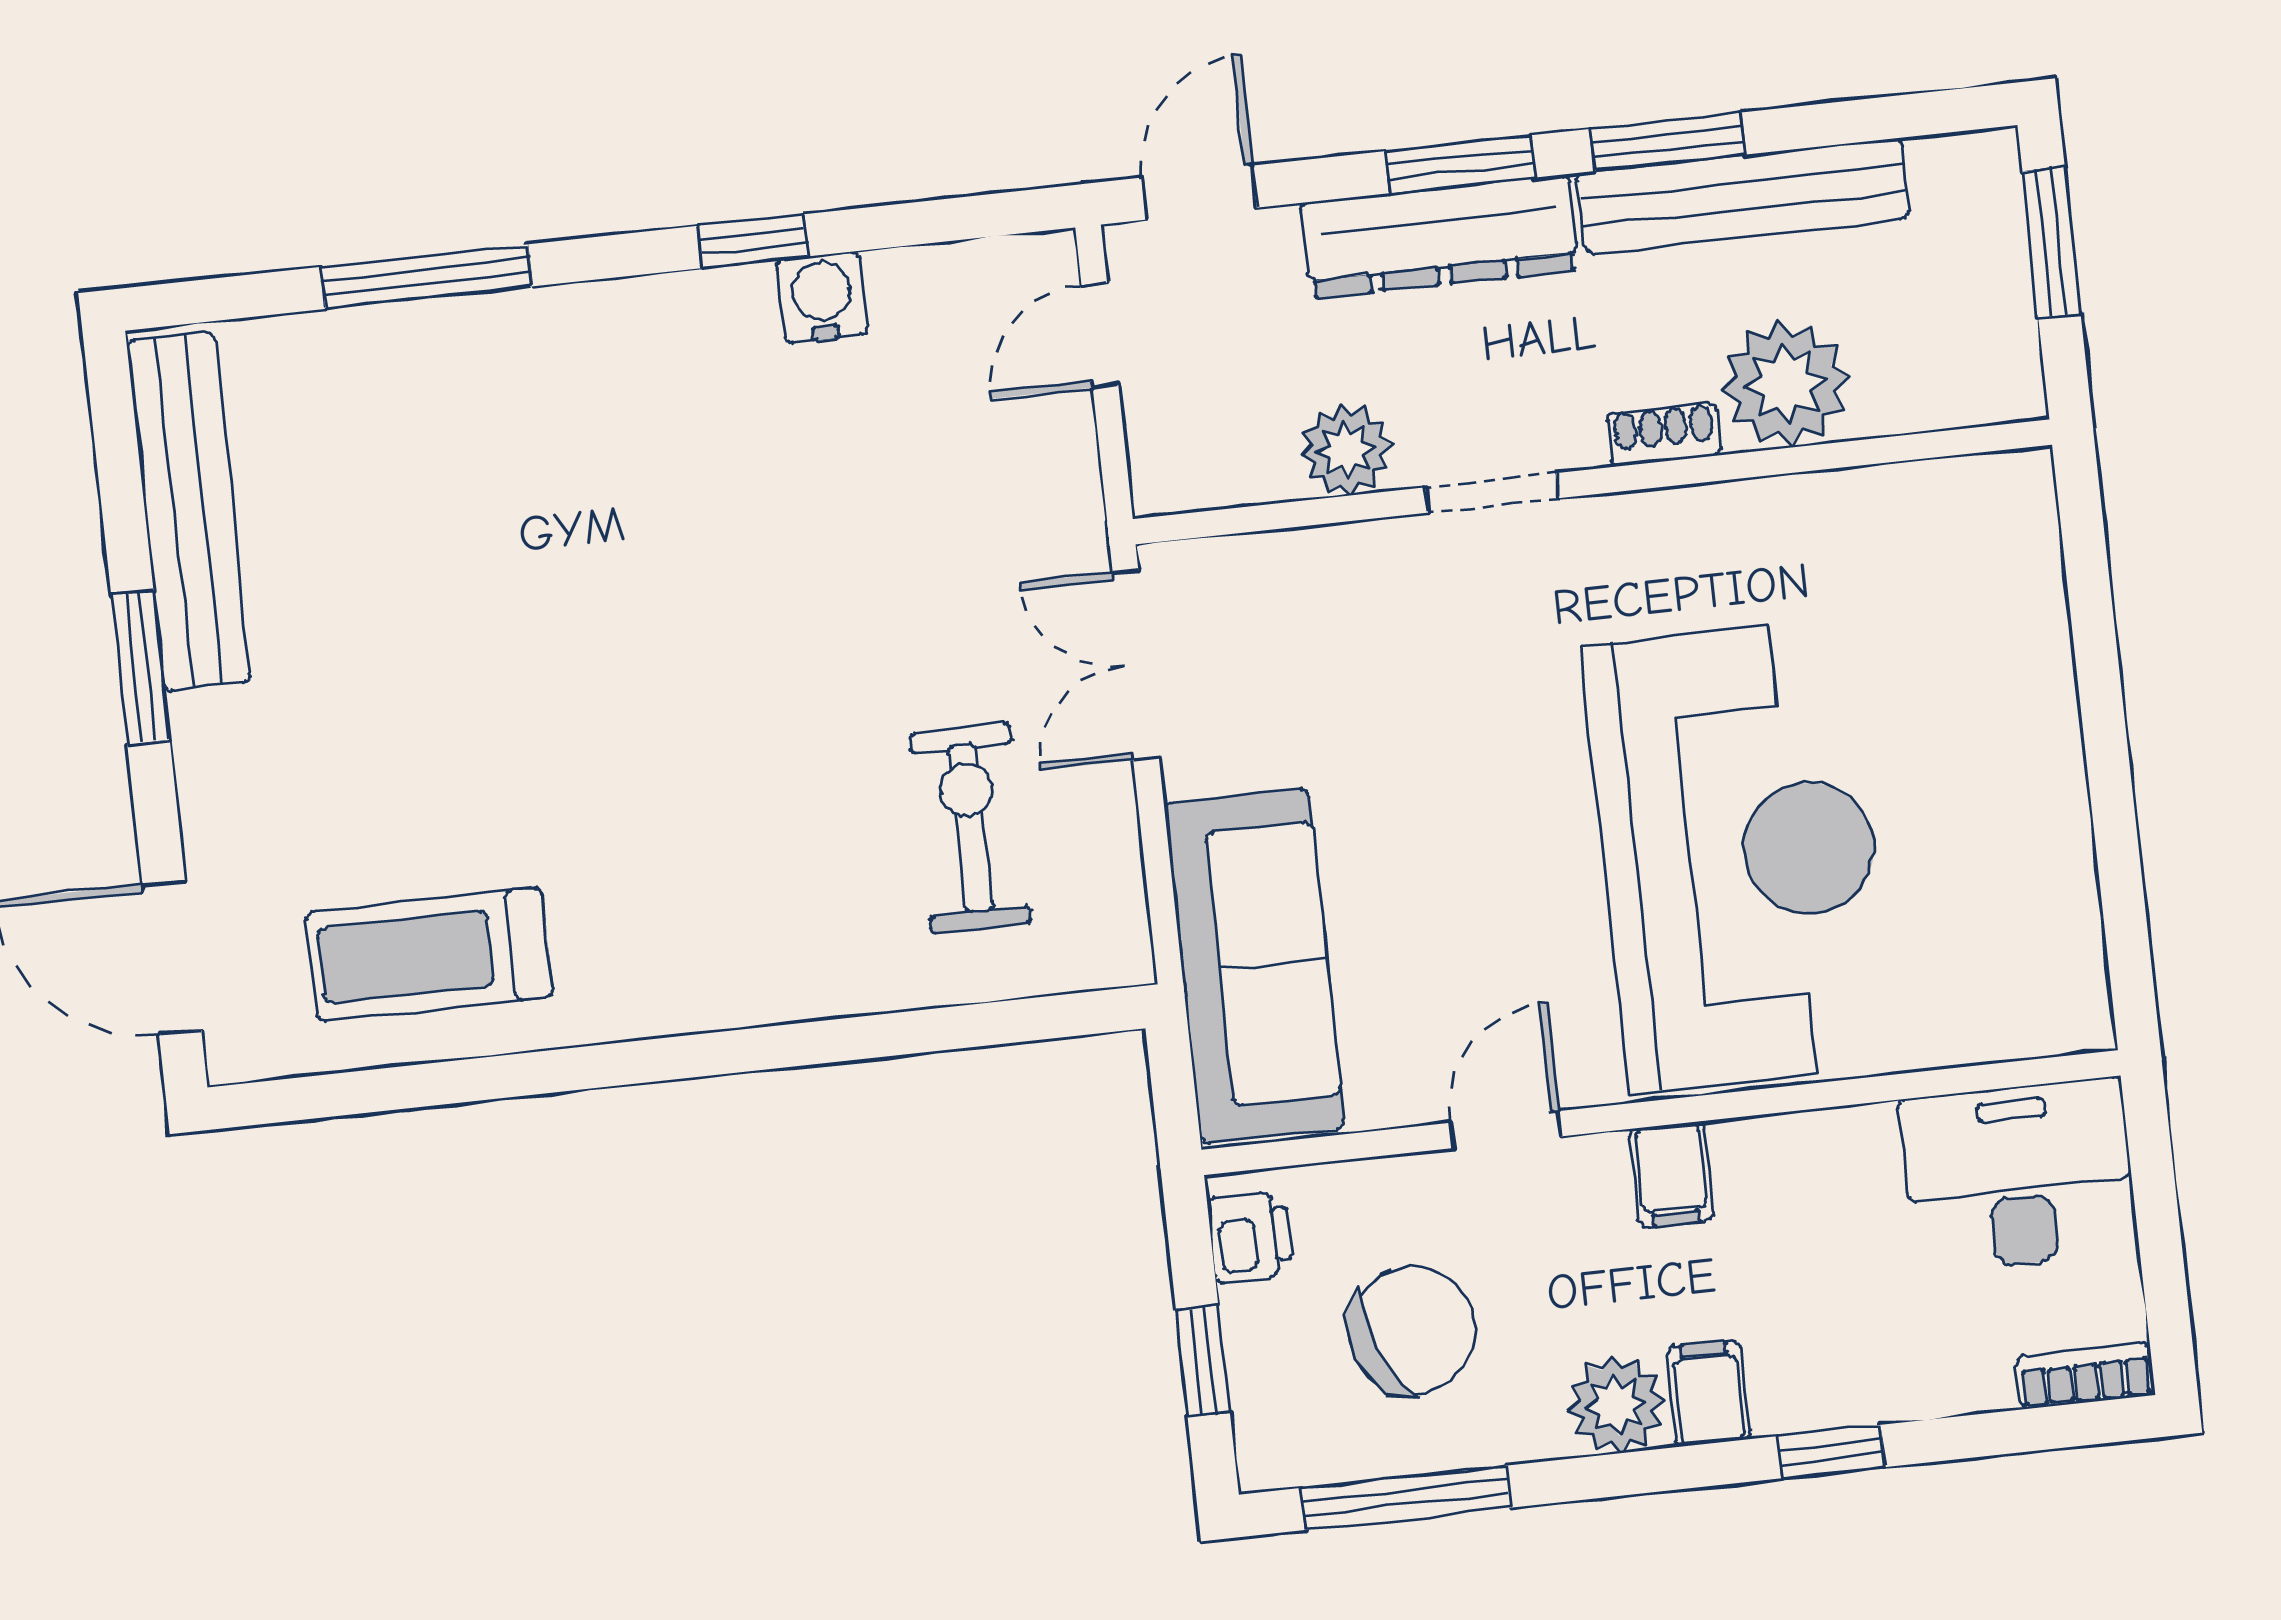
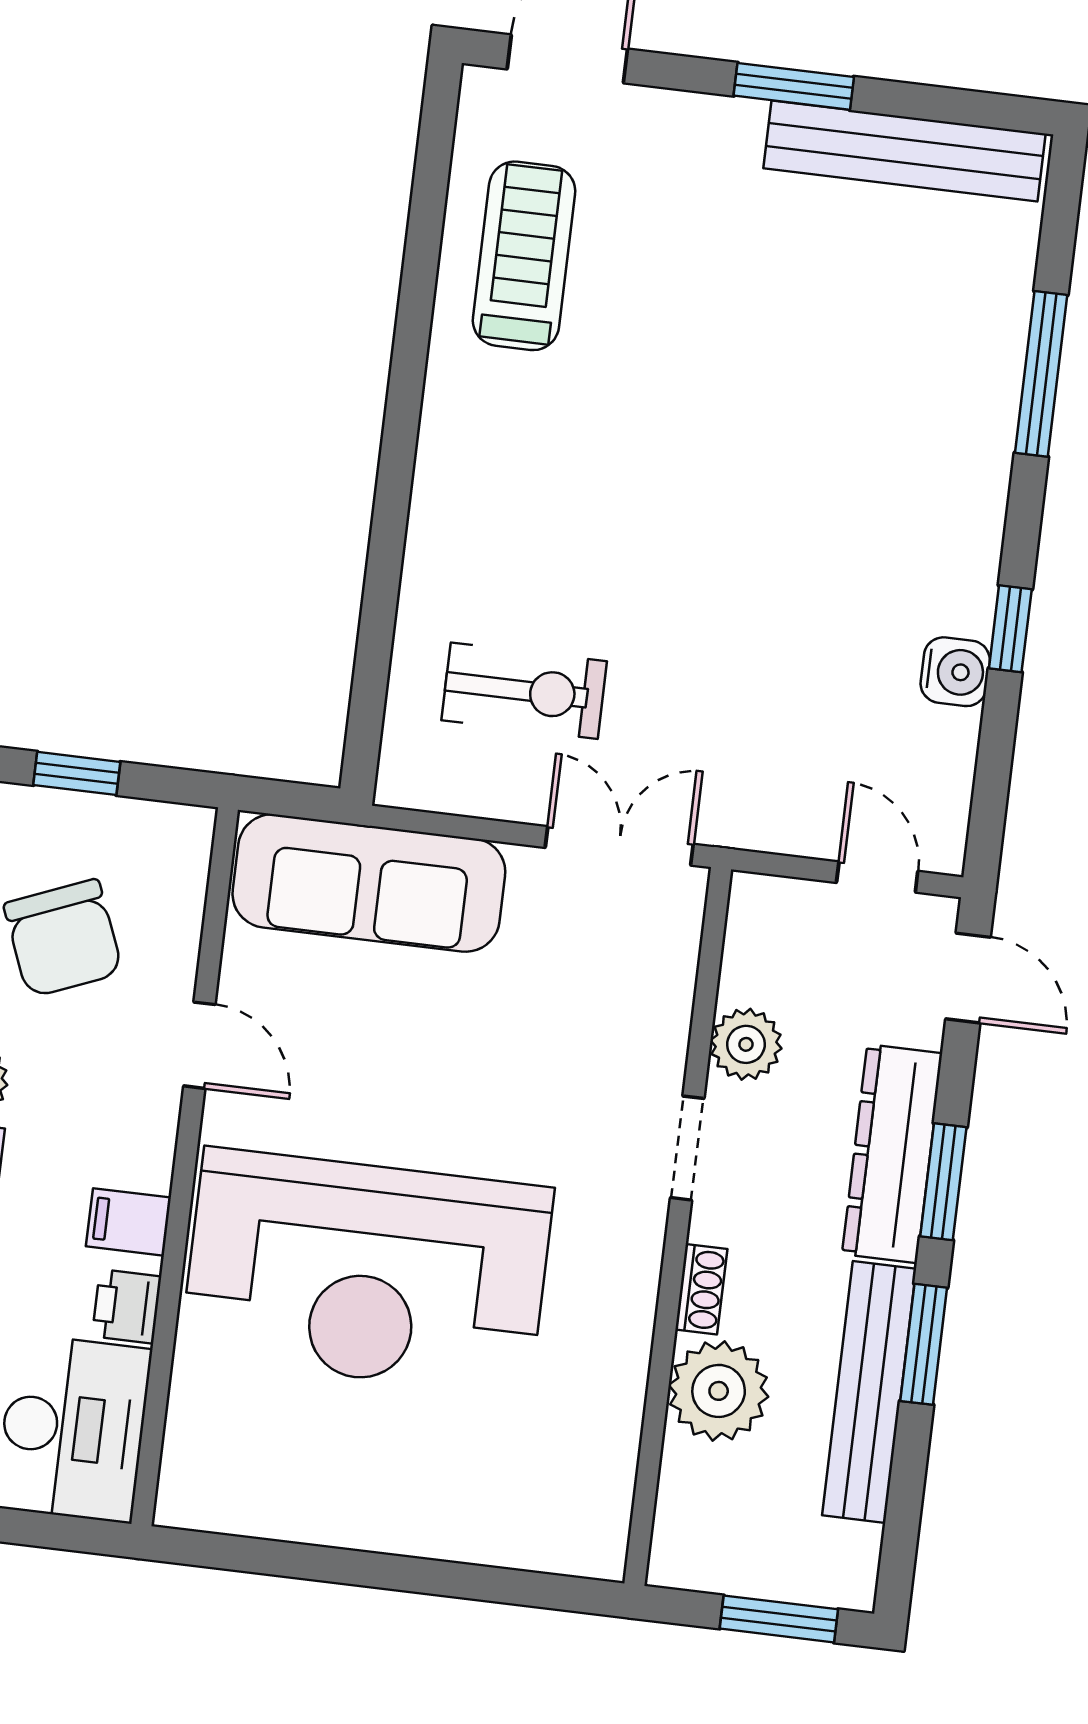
filing cabinet: (1672, 1175) -> (128, 1222), moved
printer: (1250, 1237) -> (127, 1306), moved, turned 90

